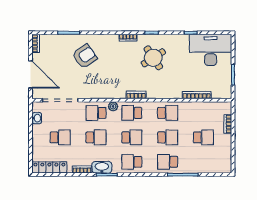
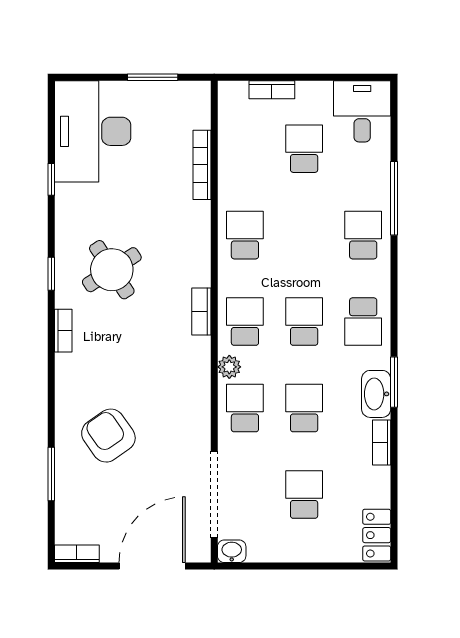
school desk: (96, 113) -> (245, 408), turned 180
school desk: (132, 113) -> (245, 322), turned 180
washbasin: (37, 118) -> (232, 551), moved
school desk: (168, 137) -> (304, 235), removed
desk: (219, 161) -> (362, 111), added
school desk: (168, 162) -> (363, 235), turned 180
locker: (49, 167) -> (377, 535), width x0.66

